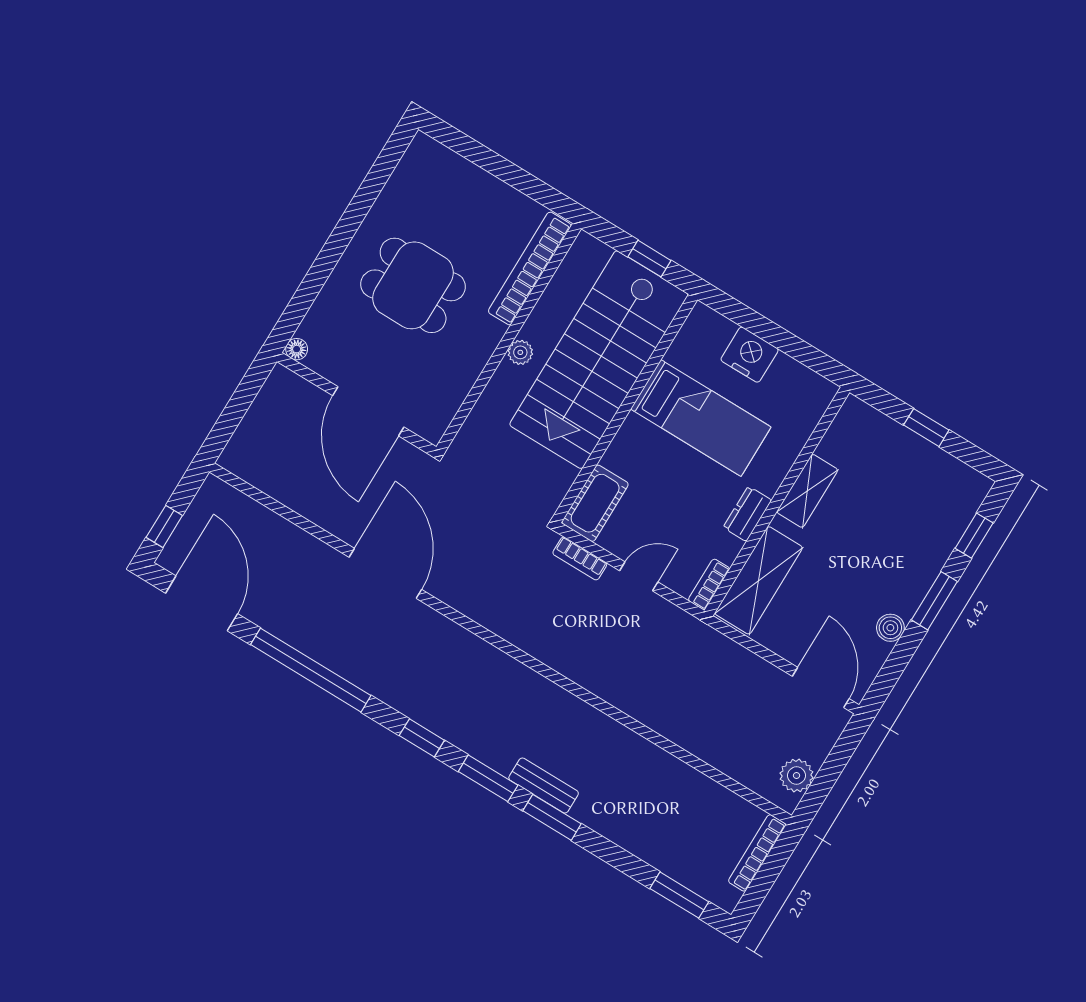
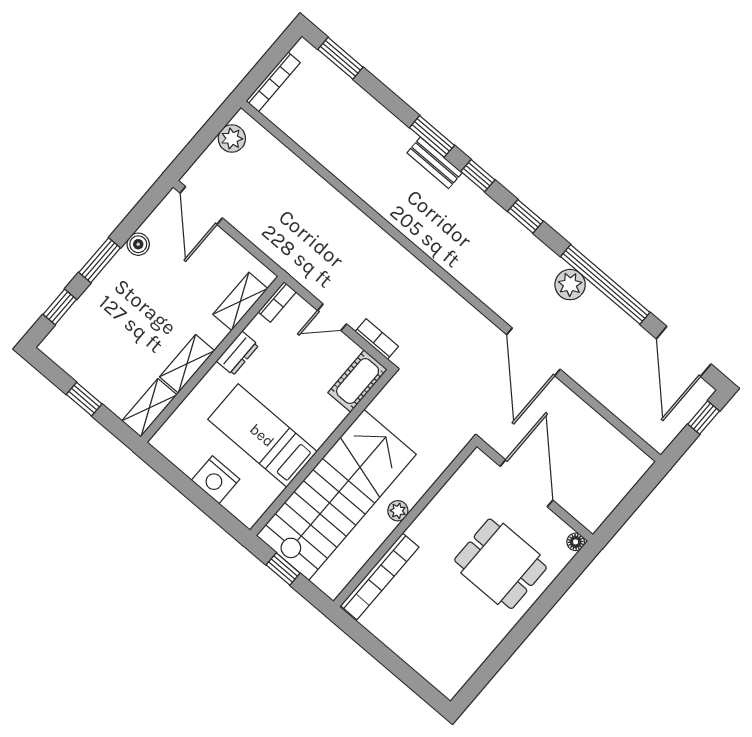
dining table: (413, 285) -> (501, 564), moved
shelving: (845, 430) -> (149, 408), added
shelving: (759, 580) -> (240, 301), width x0.67, depth x0.75
plant: (354, 663) -> (570, 285), added
window: (488, 778) -> (478, 176), width x0.67

